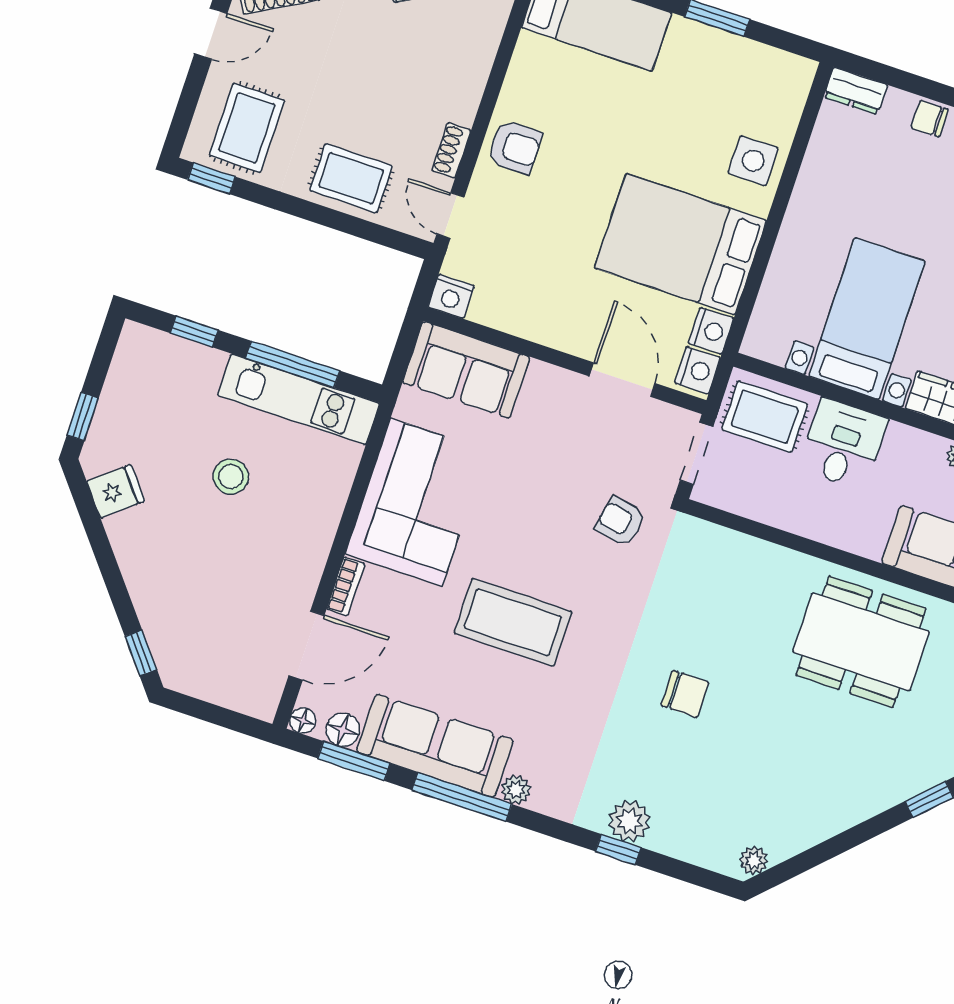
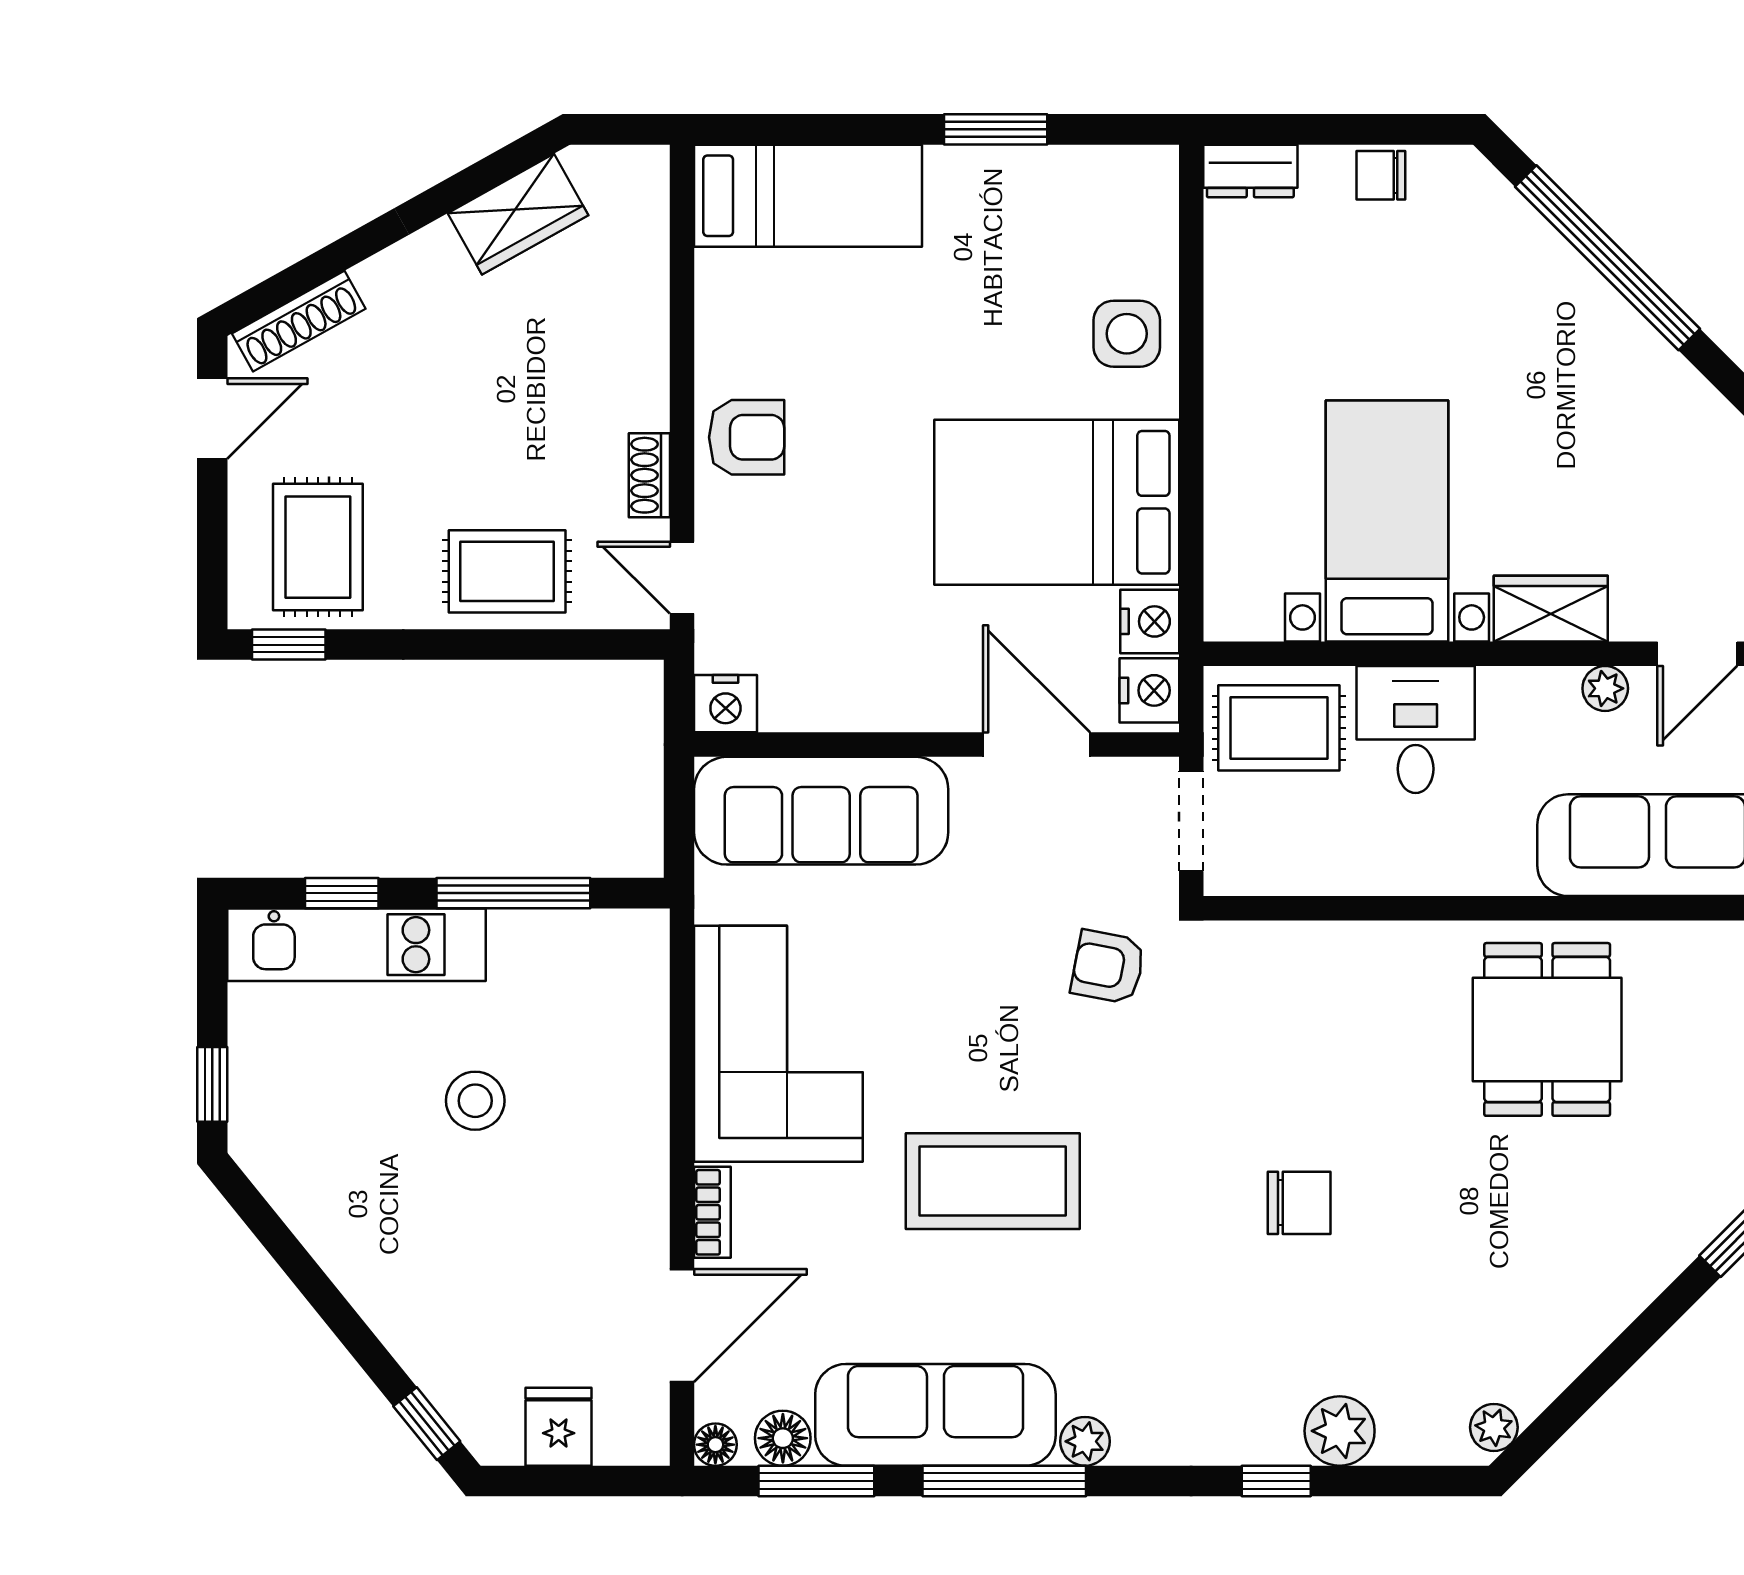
sofa: (466, 370) -> (821, 811), width x1.36
kitchen unit: (299, 399) -> (357, 945), moved
fridge: (116, 491) -> (559, 1427), moved, turned -51
dining table: (861, 642) -> (1547, 1029), width x0.73
plant: (629, 821) -> (1340, 1431), moved

